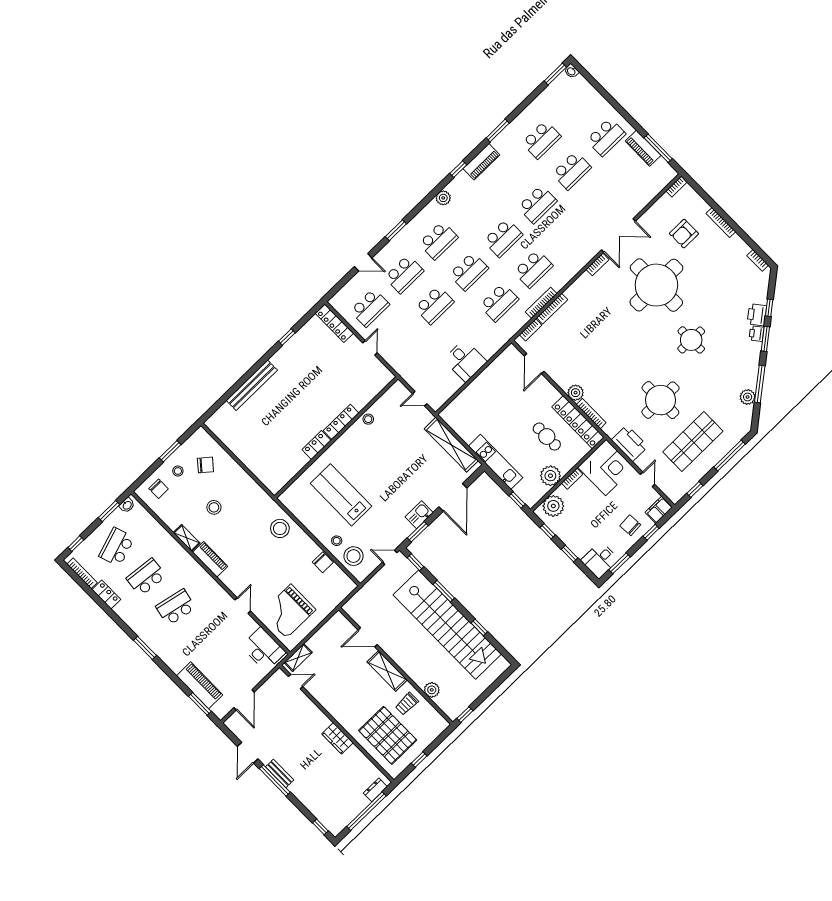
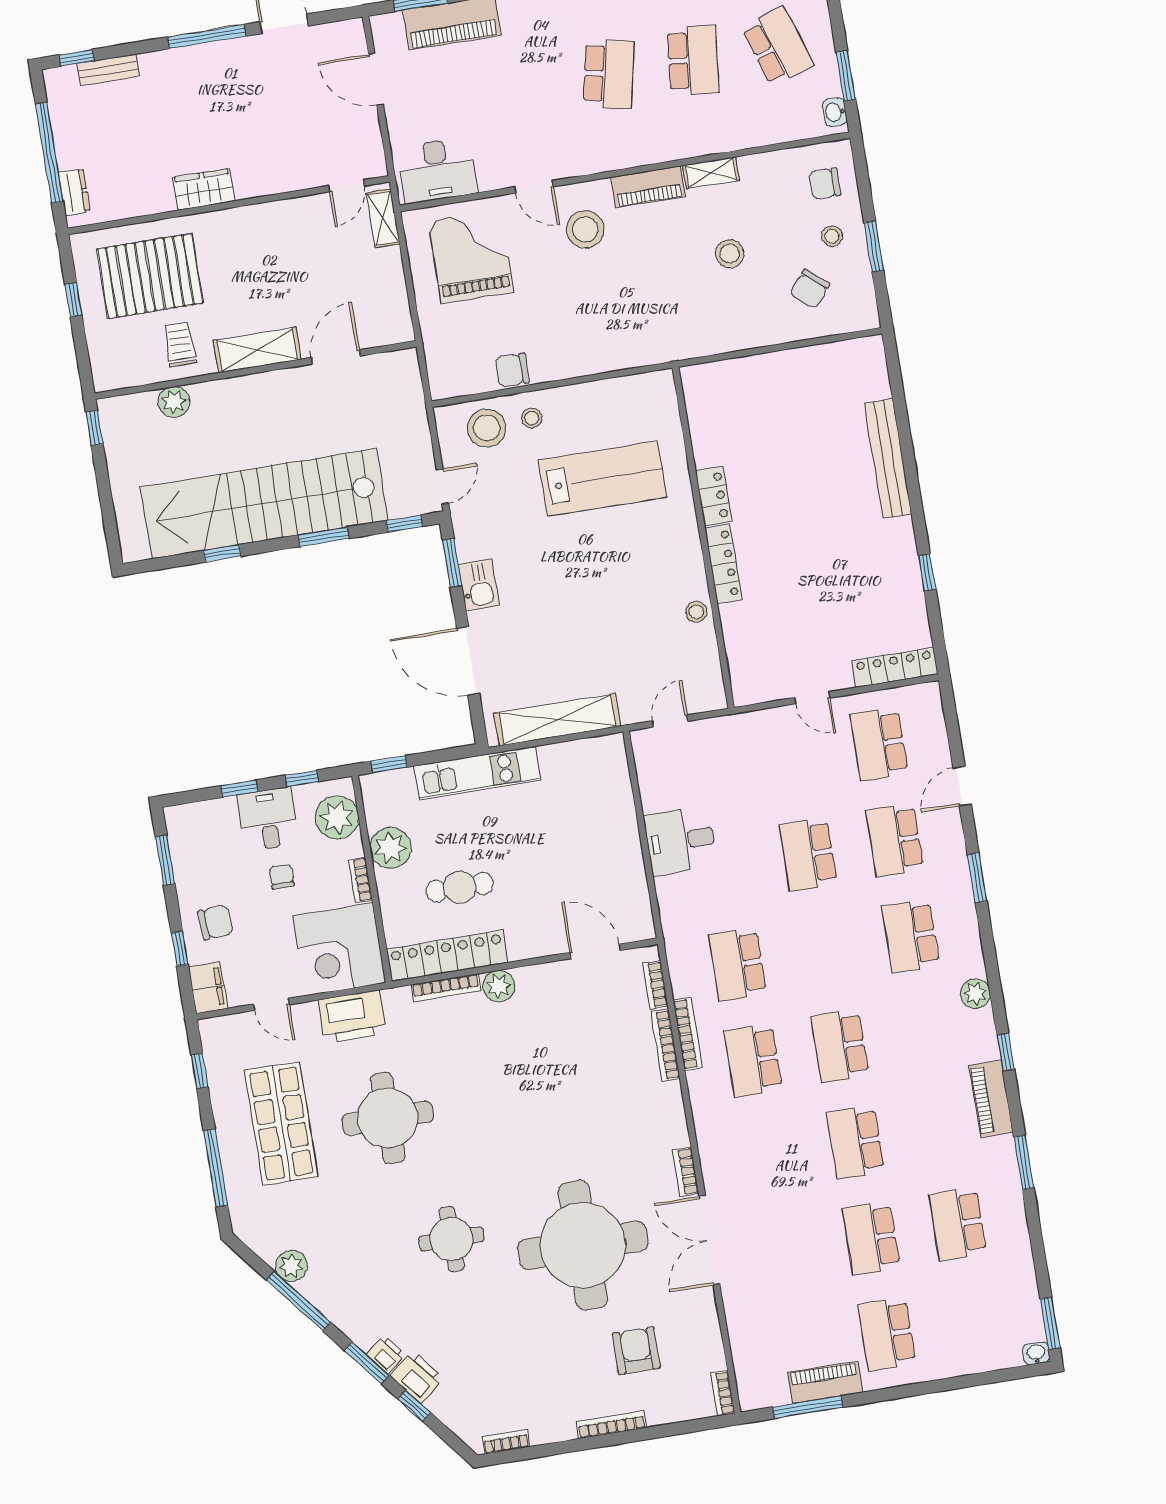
school desk: (469, 271) -> (824, 950), removed
chair: (593, 511) -> (282, 877), added
stool: (280, 528) -> (585, 229), moved
desk: (600, 560) -> (268, 819), moved
bench: (280, 773) -> (108, 70), moved

